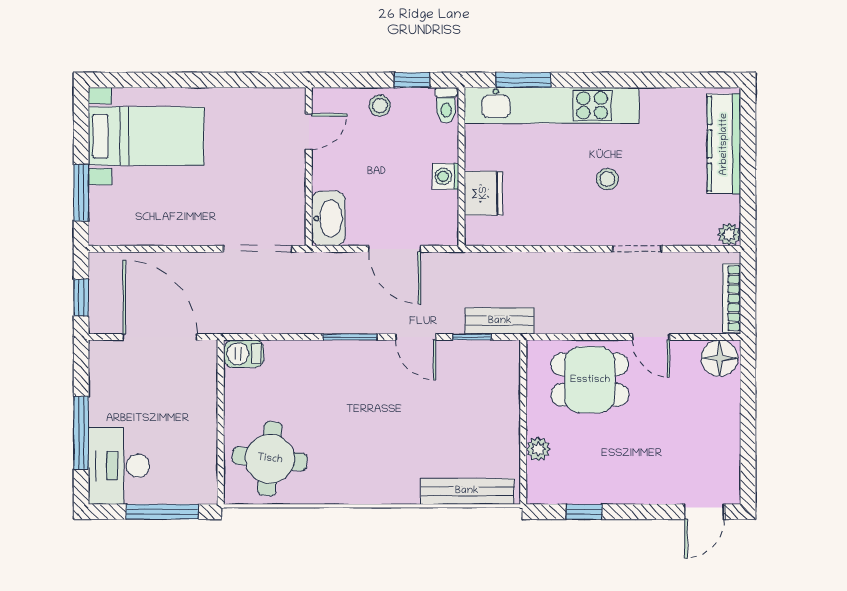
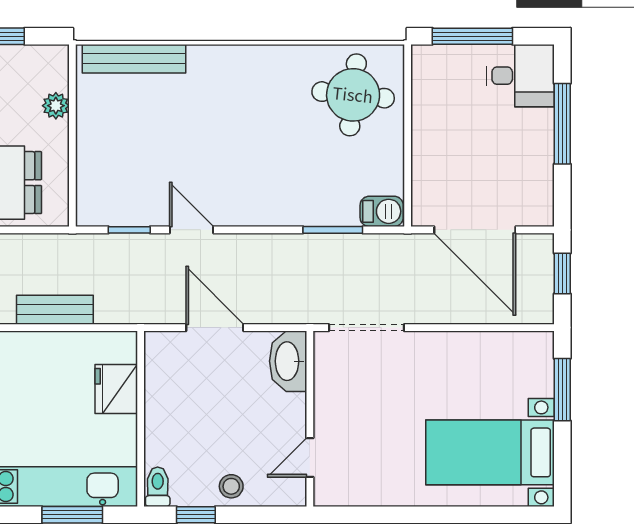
washing machine: (446, 176) -> (158, 408), removed
bench: (500, 321) -> (55, 310), moved
window: (350, 337) -> (333, 230), moved
desk: (119, 466) -> (520, 76), width x0.73

